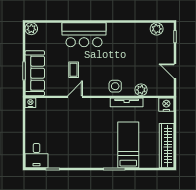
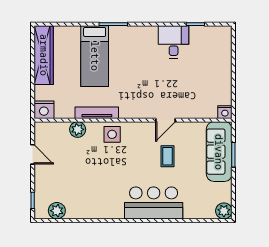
desk: (37, 156) -> (174, 42), moved

